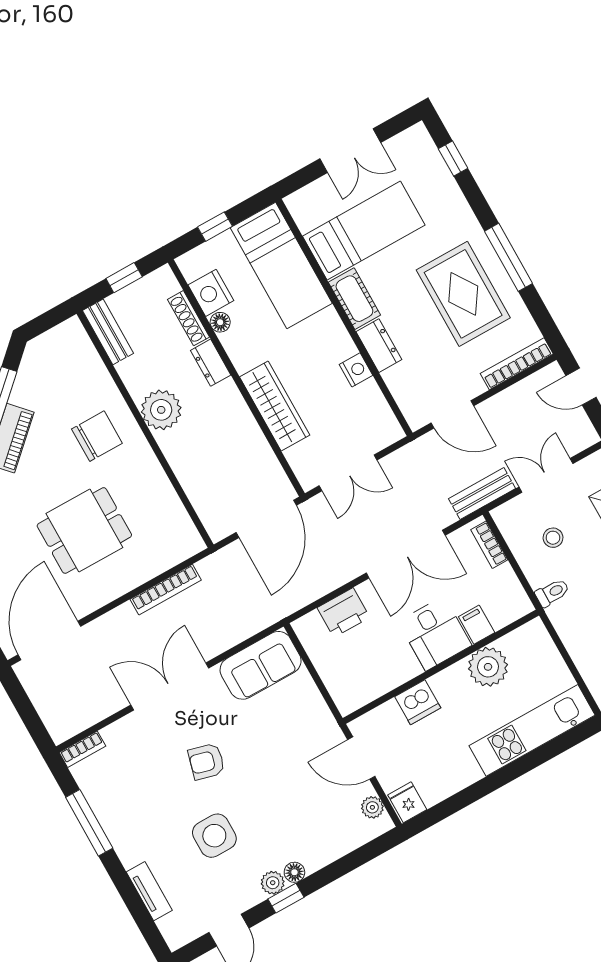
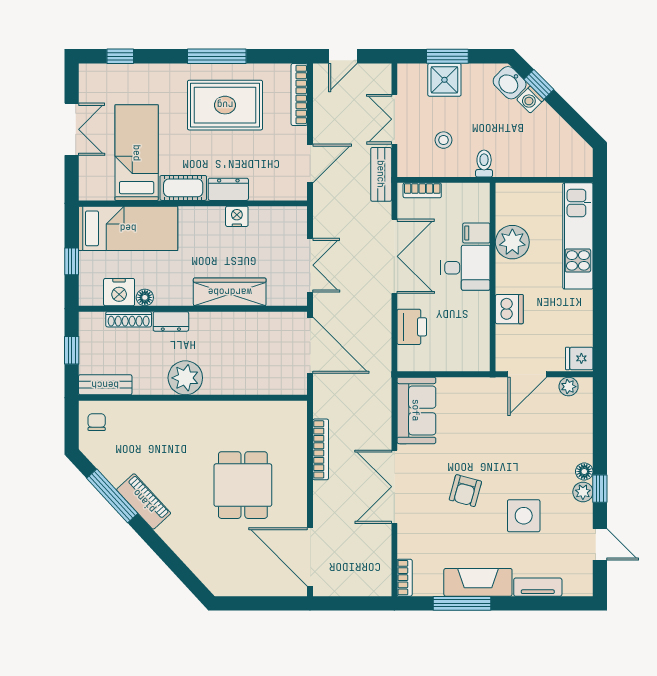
chair: (97, 436) -> (97, 422), moved, width x0.54, depth x0.54
fireplace: (120, 827) -> (478, 582), added

